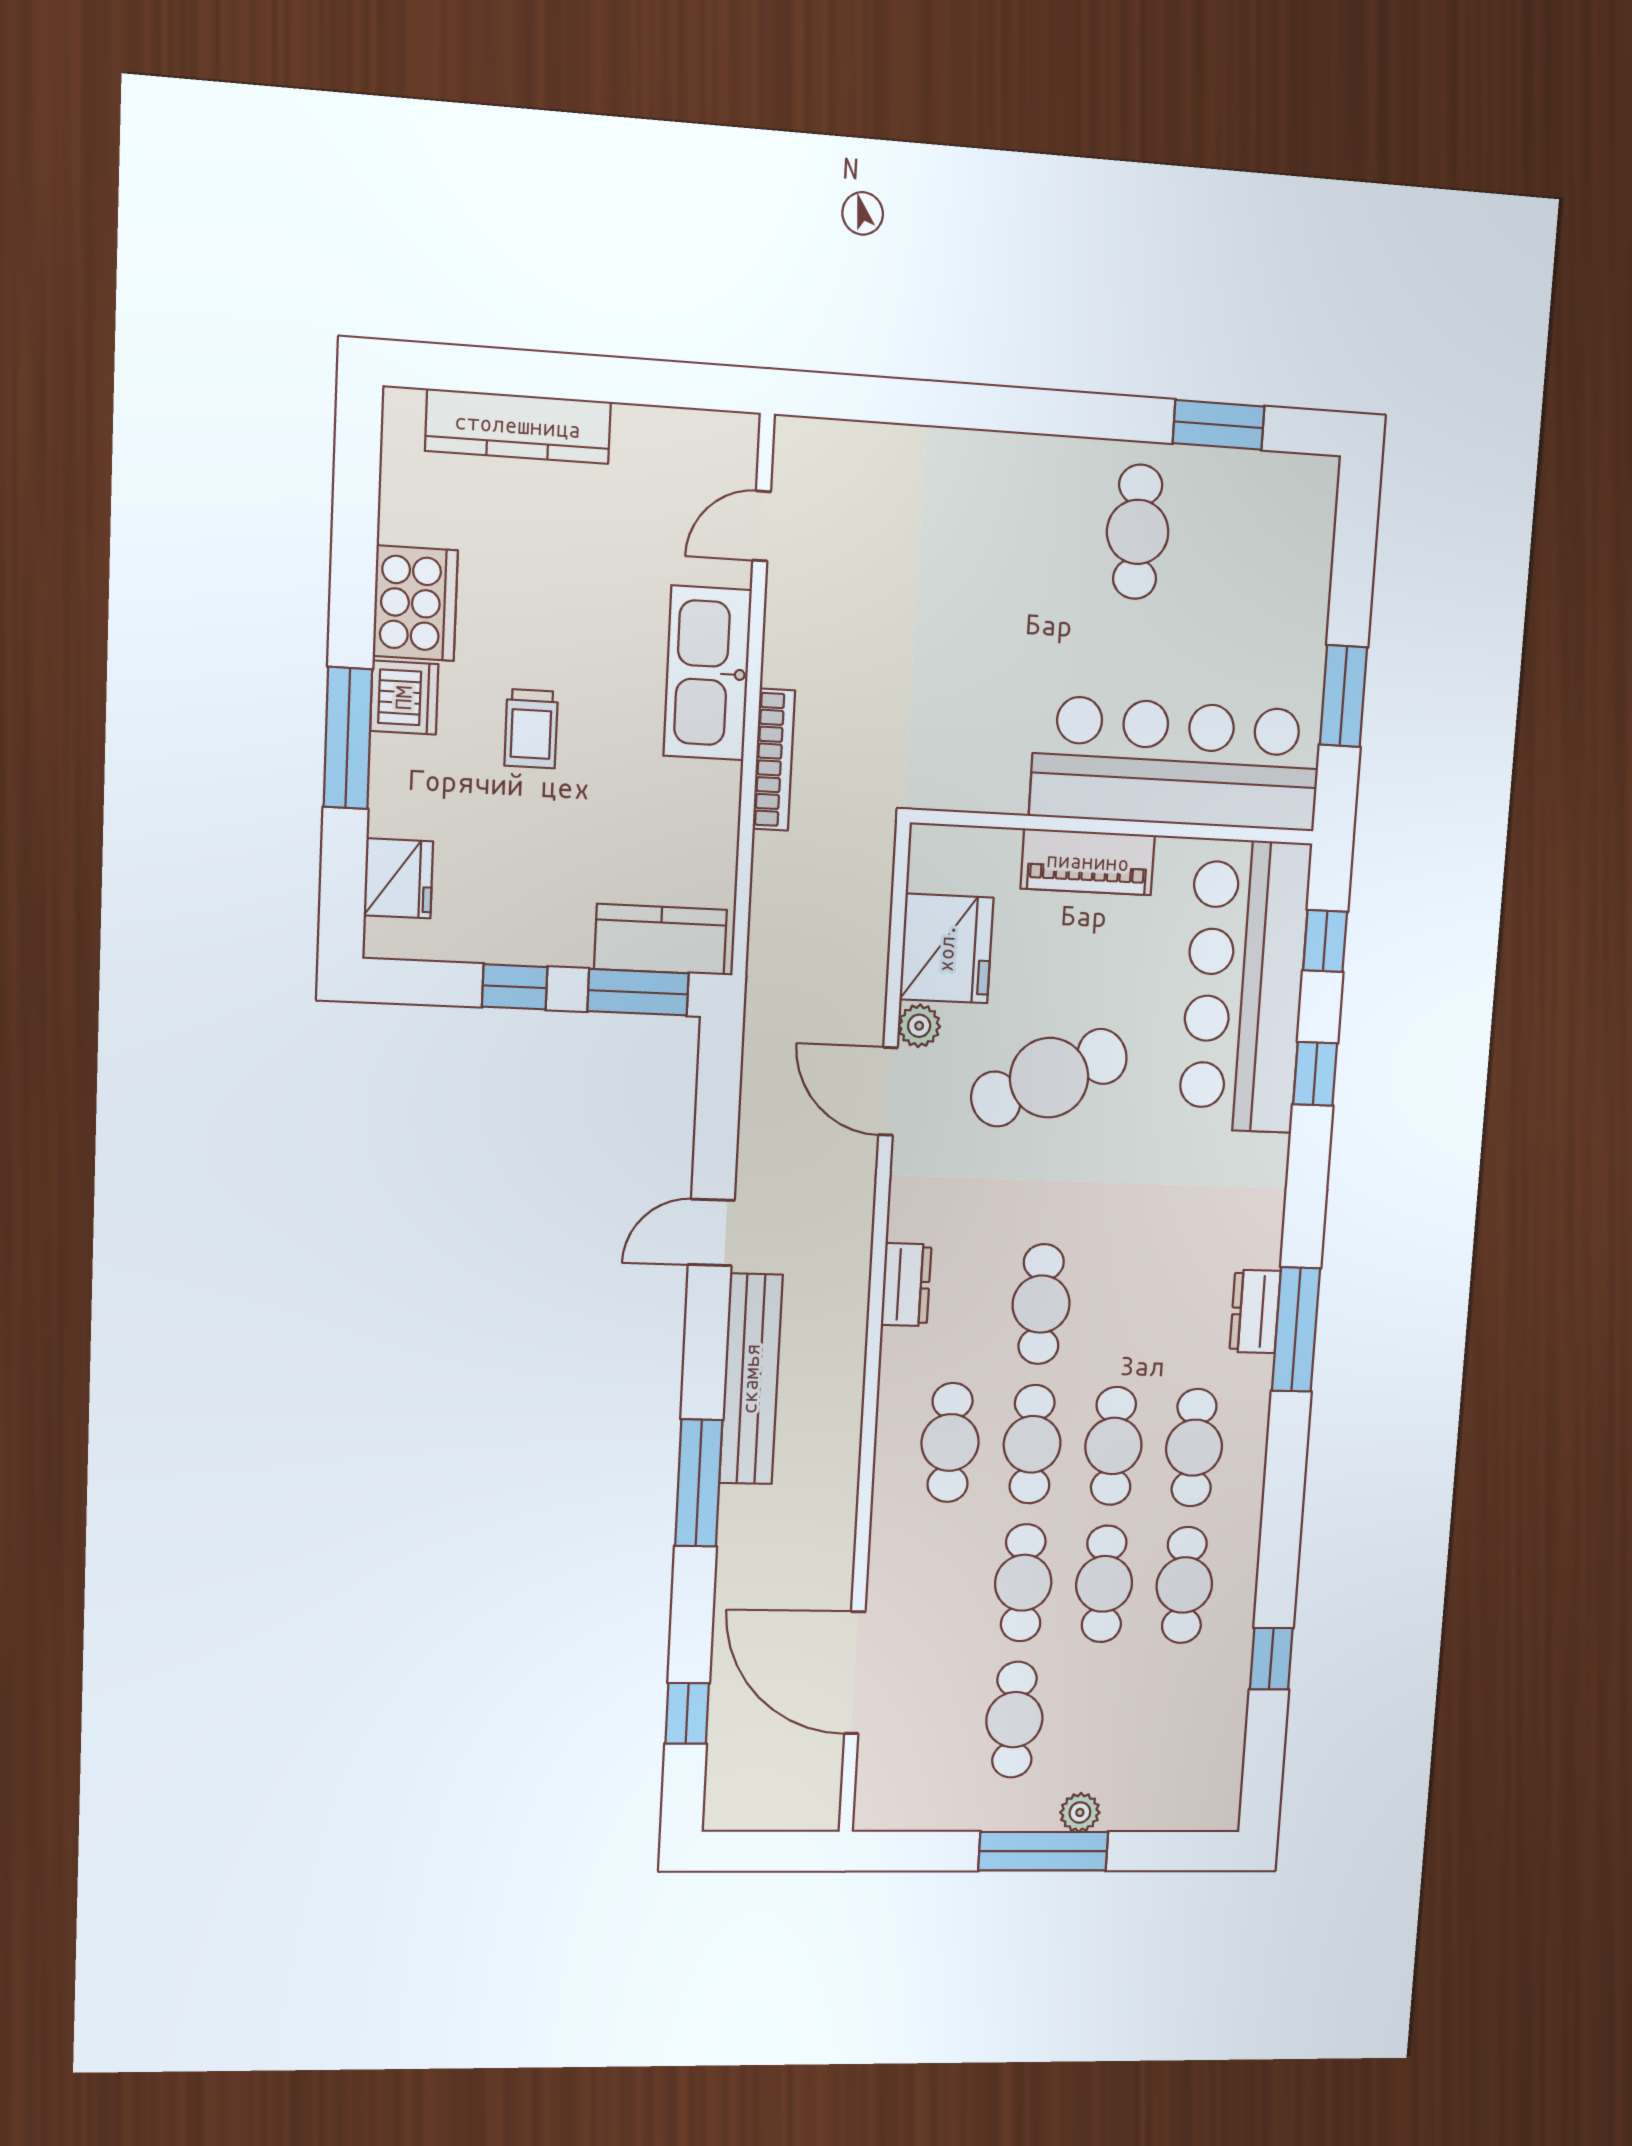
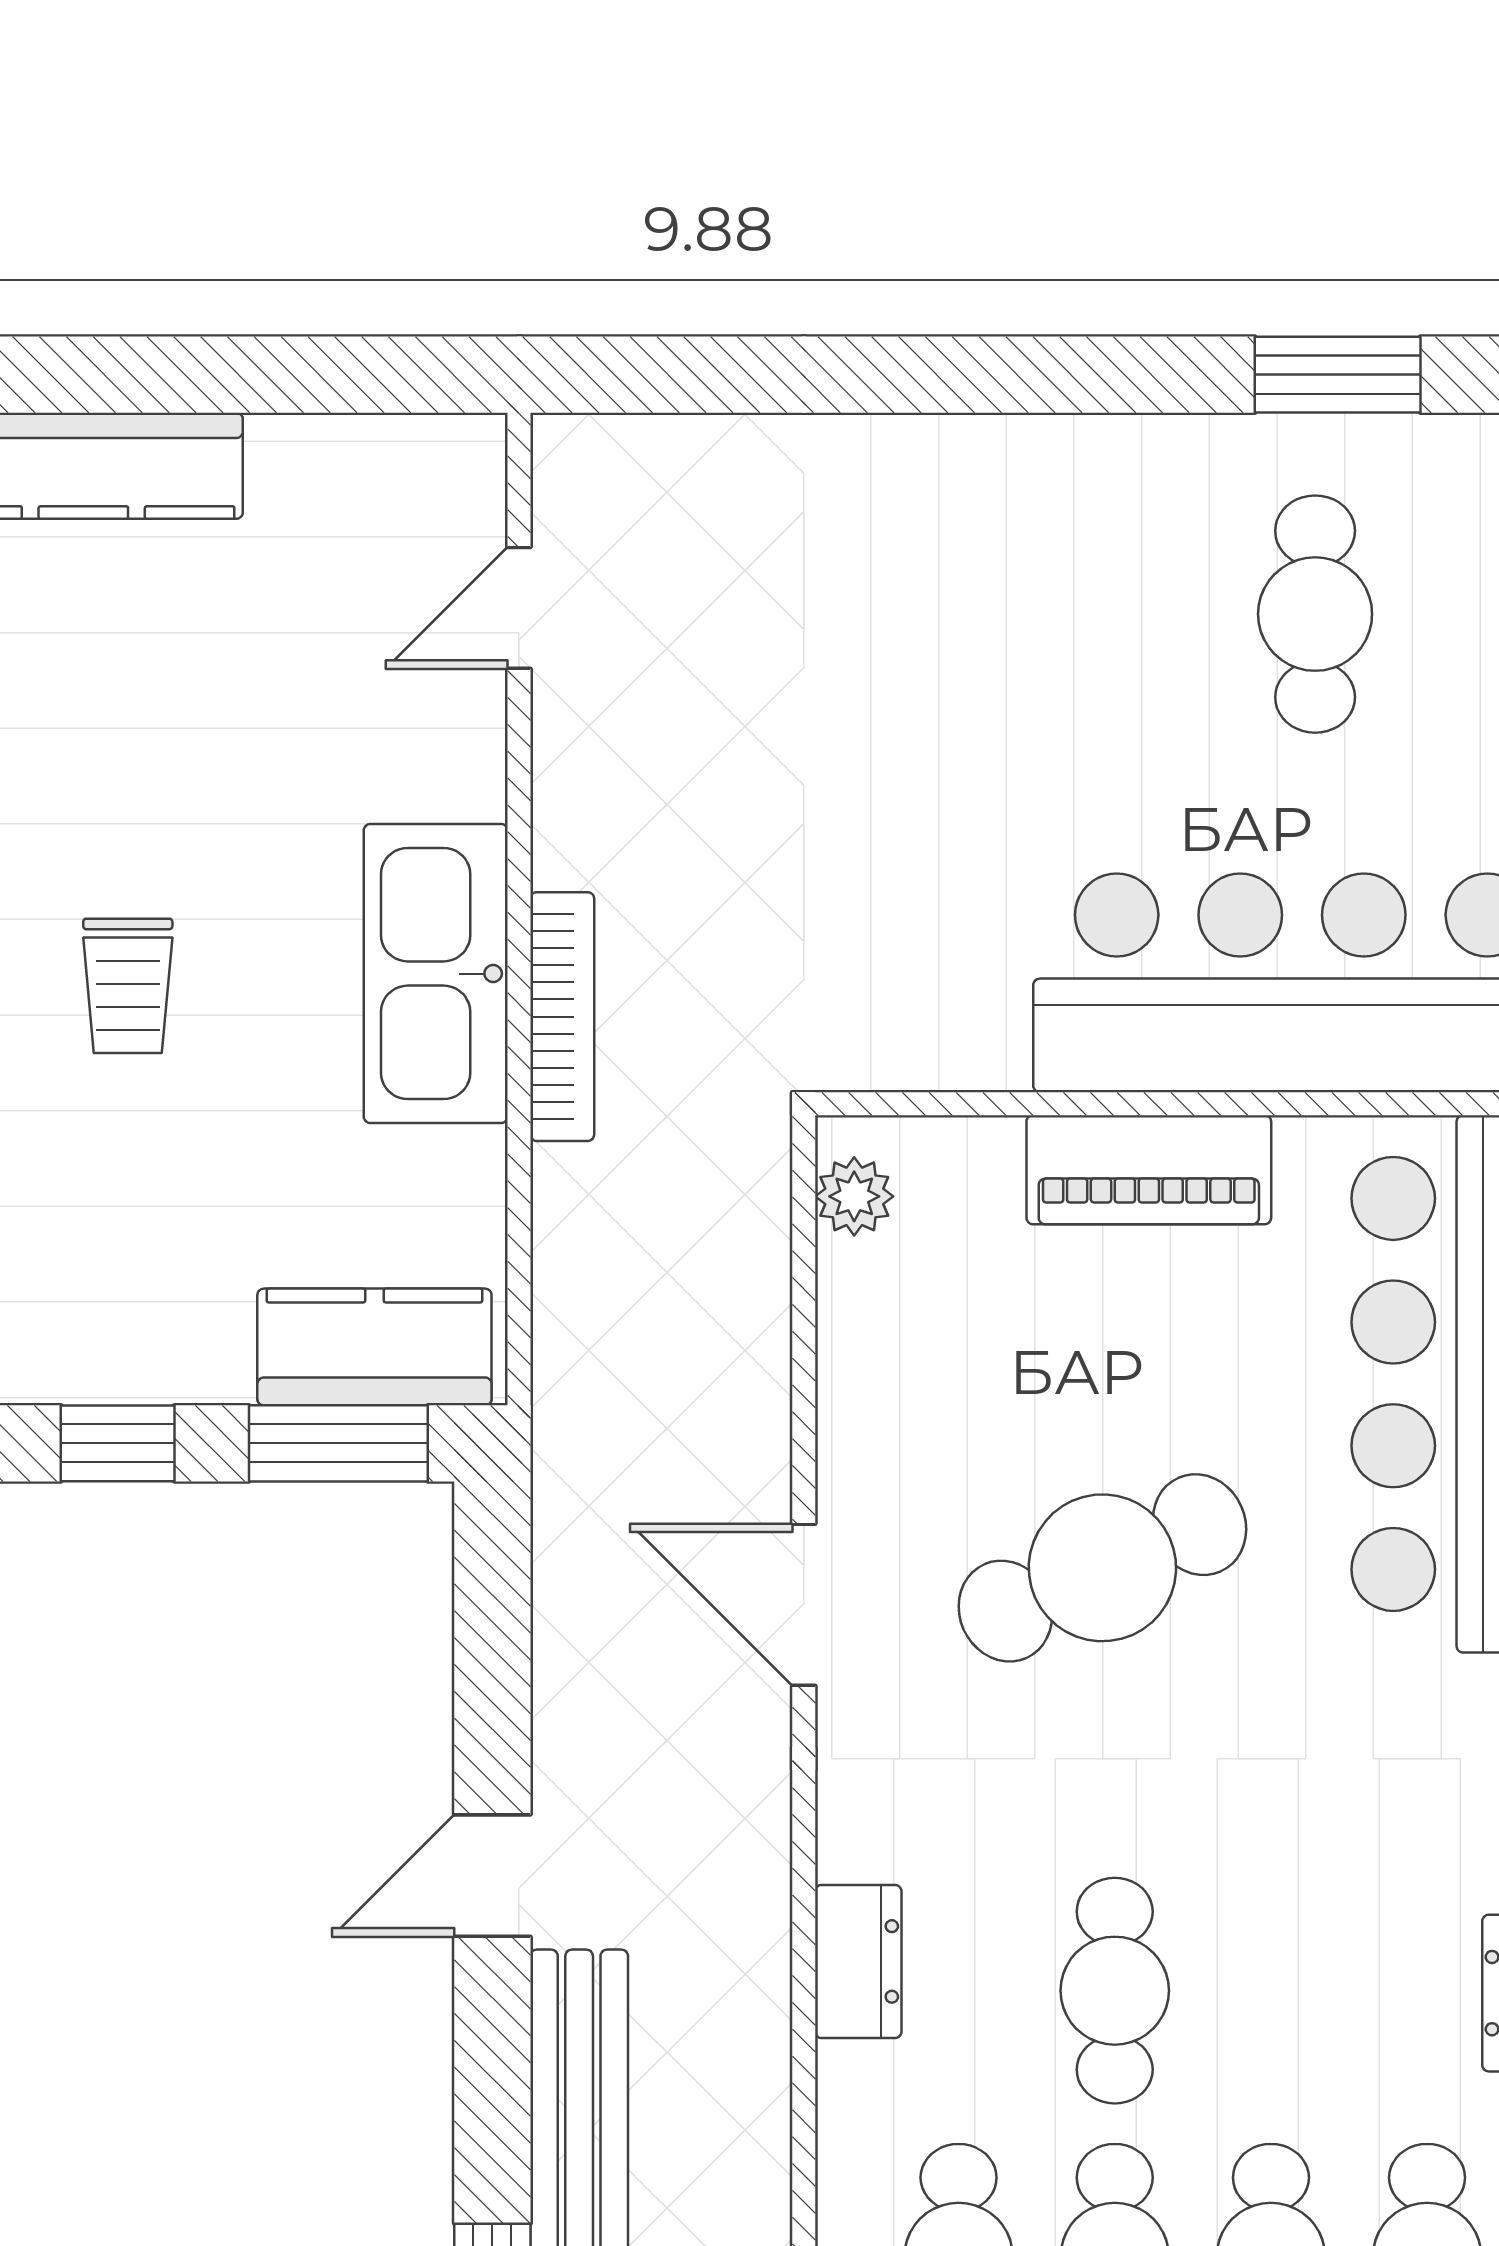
cafe table: (1138, 532) -> (1315, 614), moved
kitchen sink: (708, 673) -> (436, 974), moved
fridge: (947, 948) -> (897, 1339), removed
plant: (919, 1026) -> (854, 1196), moved

